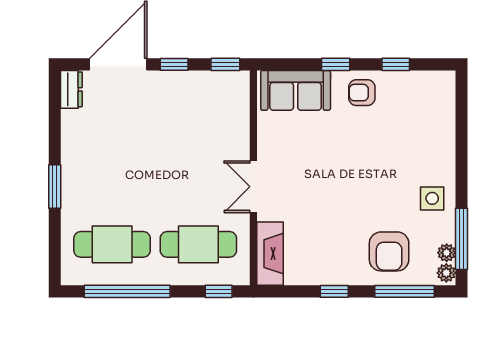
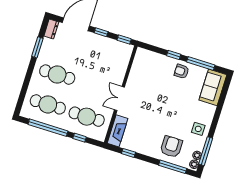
window: (396, 64) -> (201, 63), width x2.17
sofa: (296, 90) -> (213, 87), moved, turned 90
cafe table: (112, 178) -> (57, 75), added
window: (55, 187) -> (37, 47), moved
armchair: (389, 251) -> (171, 147), turned 180
window: (219, 291) -> (80, 138), moved
window: (334, 291) -> (129, 153), moved

